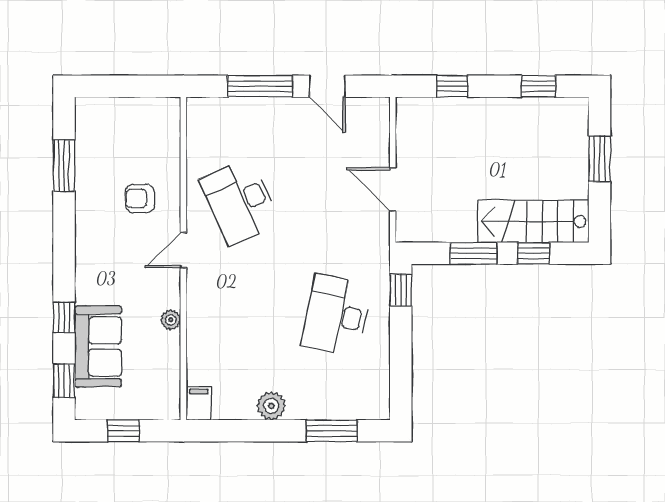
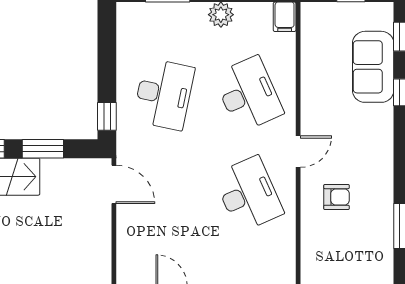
door: (393, 190) -> (114, 184), moved
desk: (240, 315) -> (248, 94), added
plant: (171, 320) -> (309, 90), removed

